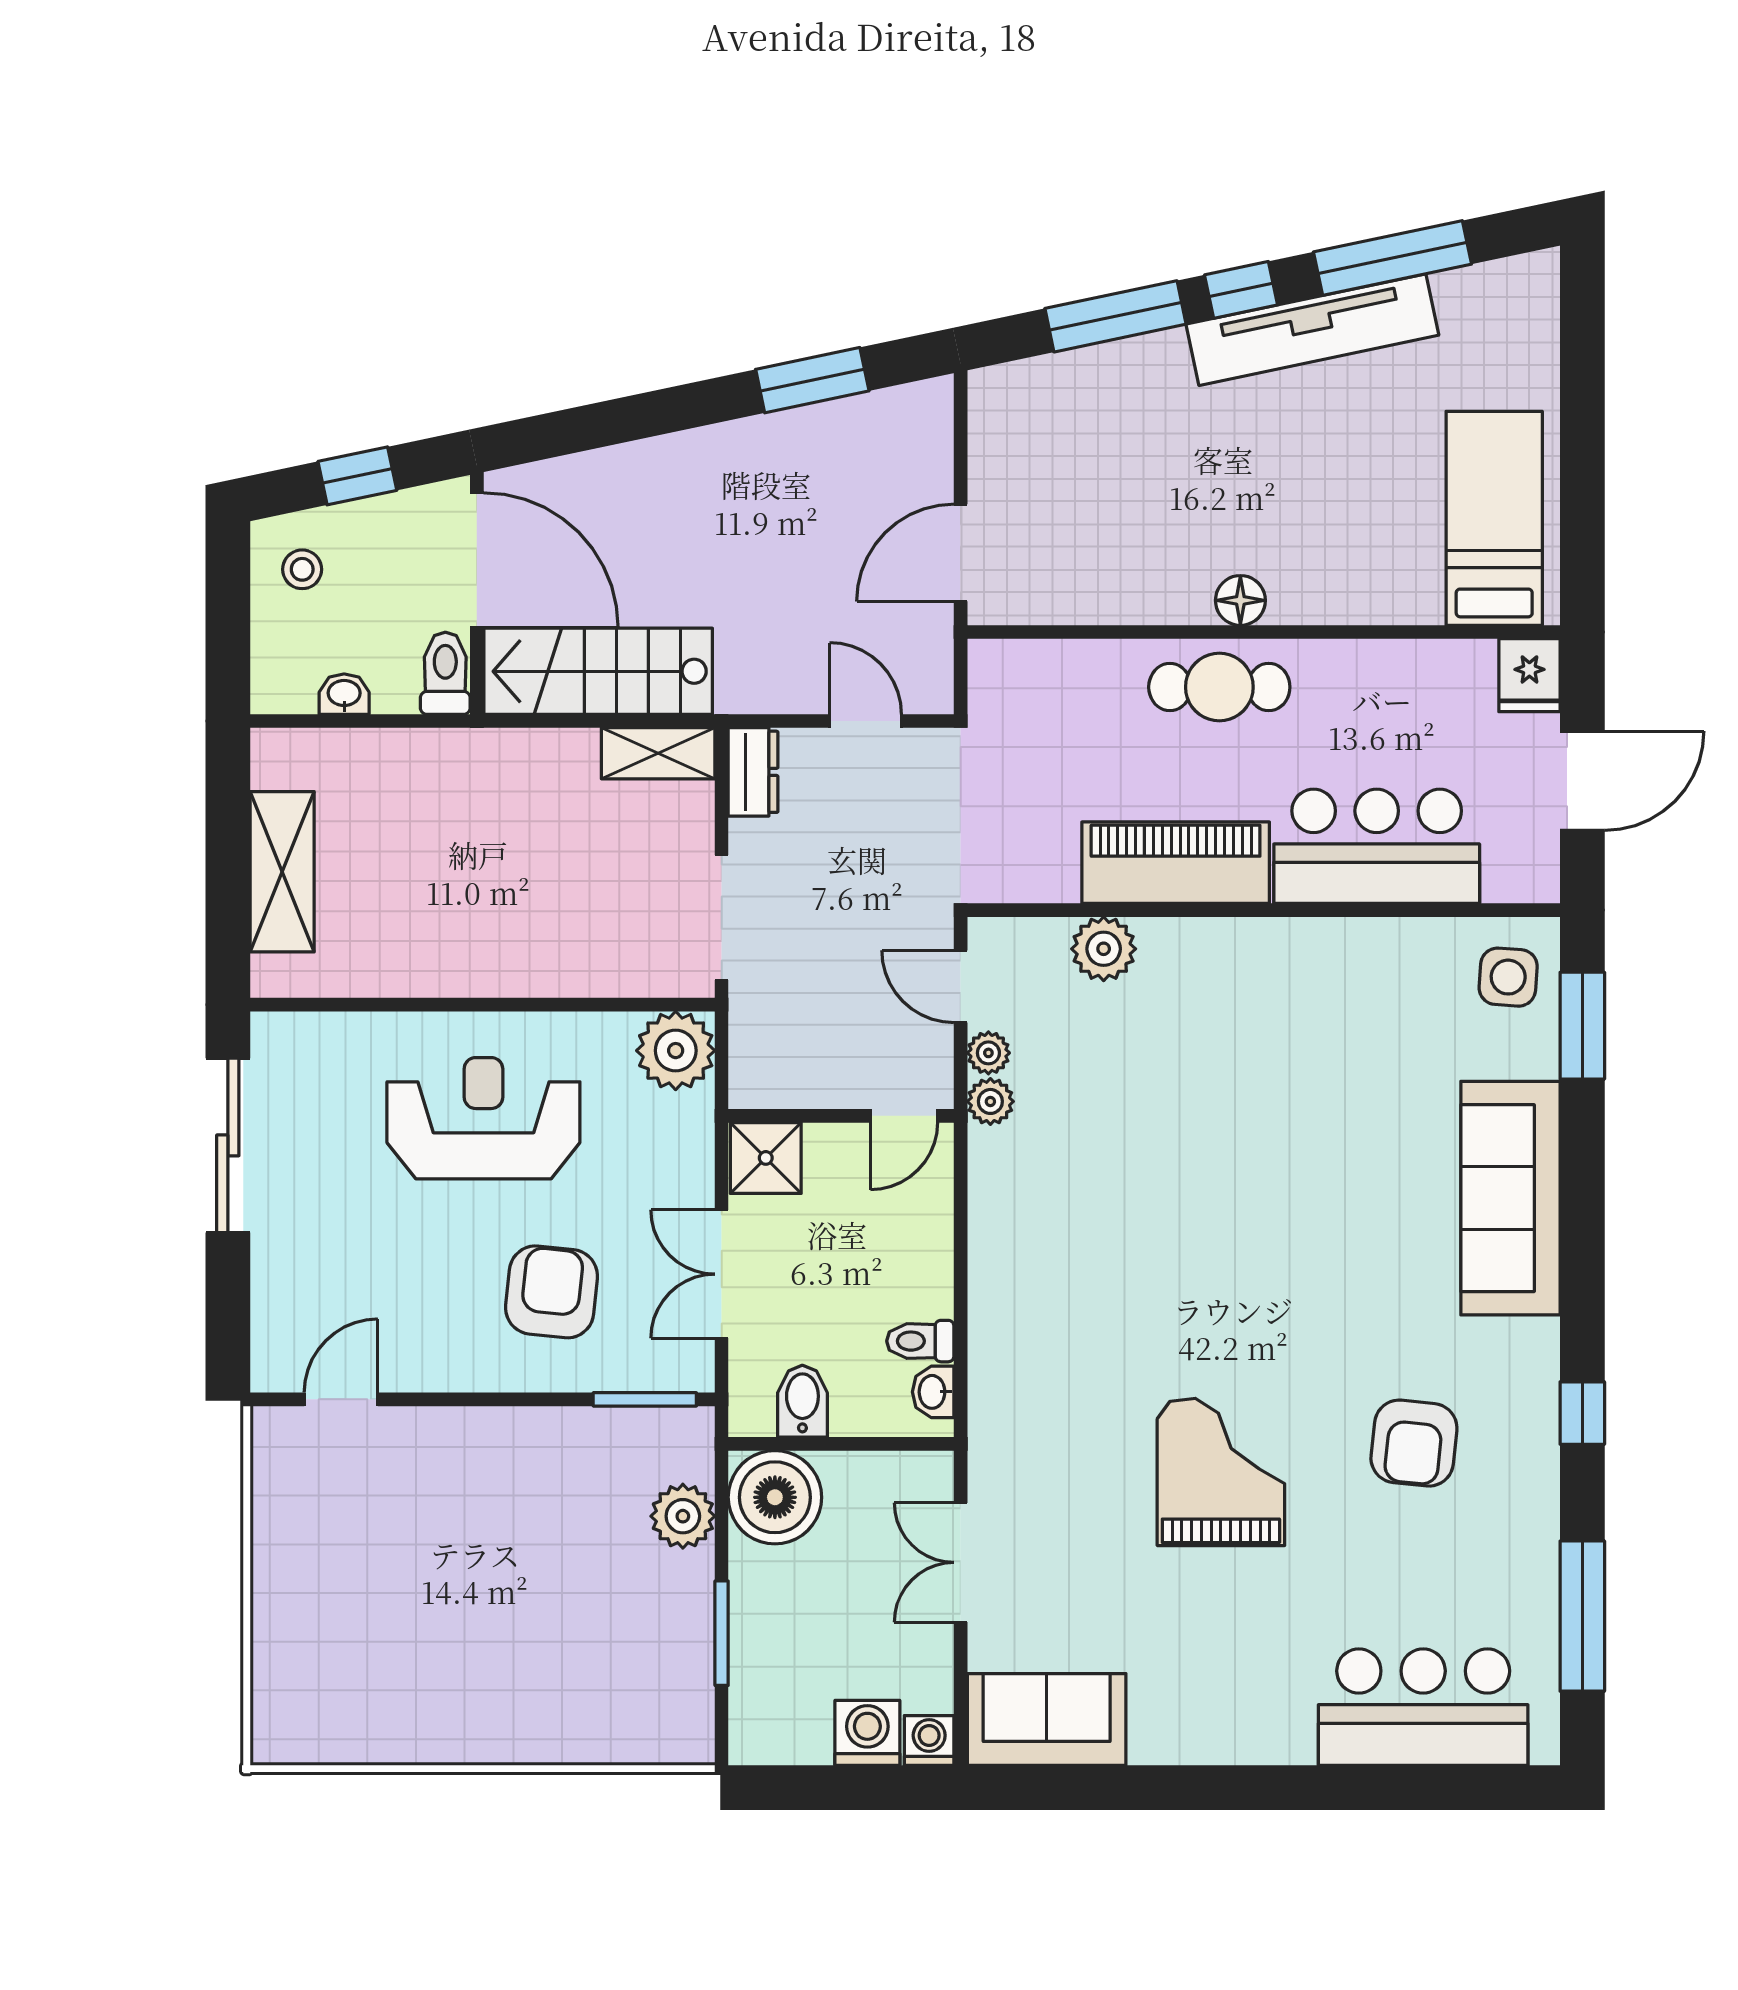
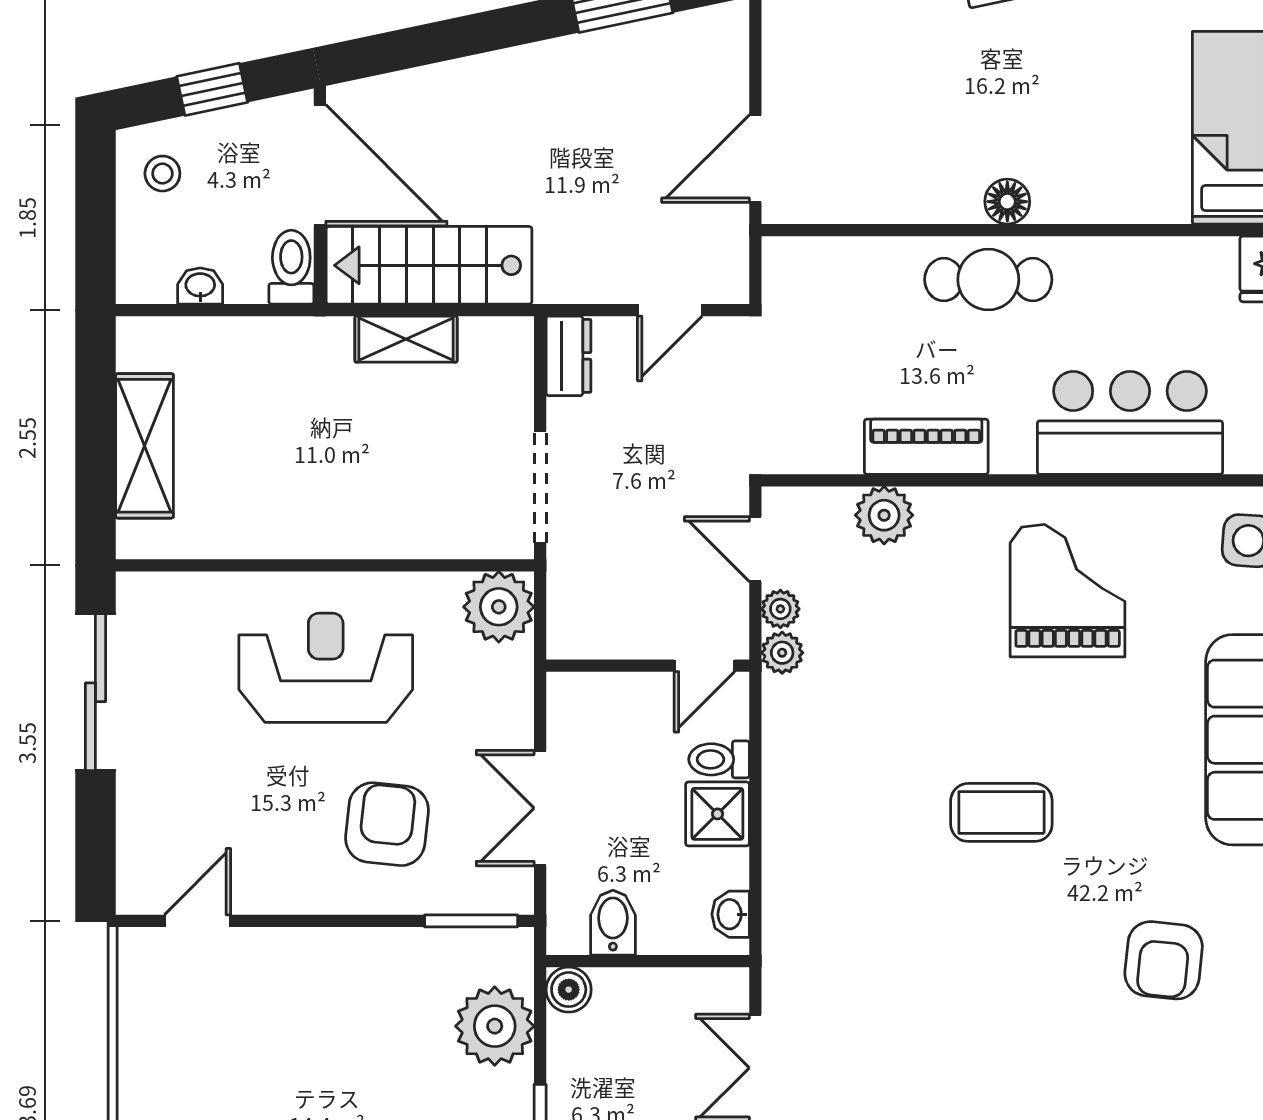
door: (866, 721) -> (670, 310), swing flipped
shelving: (658, 753) -> (406, 339), moved
piano: (1176, 863) -> (926, 447), width x0.73, depth x0.75
shower: (766, 1158) -> (717, 814), moved
coffee table: (1234, 1279) -> (1001, 812), added
toilet: (920, 1341) -> (719, 759), moved
grand piano: (1221, 1472) -> (1068, 591), moved
boiler: (775, 1497) -> (569, 990), width x0.54, depth x0.54
plant: (683, 1516) -> (495, 1026), width x1.36, depth x1.36

